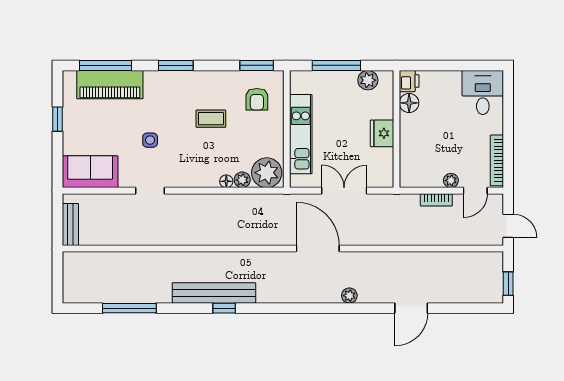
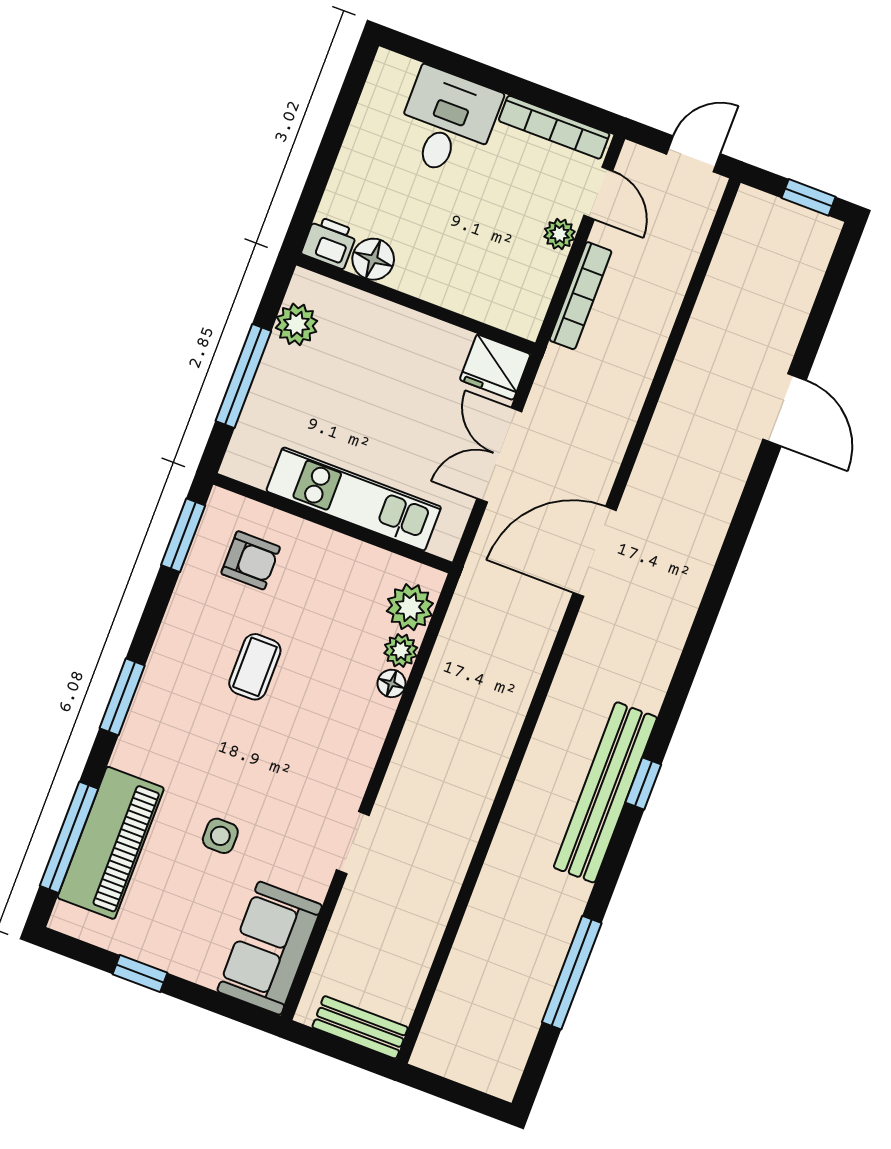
desk: (483, 92) -> (447, 123), moved, turned 90
fridge: (382, 133) -> (495, 367), moved
side table: (150, 140) -> (220, 836), moved
plant: (267, 173) -> (410, 607), width x0.73, depth x0.73
bookcase: (436, 200) -> (581, 296), width x1.56
plant: (349, 296) -> (713, 524), removed

